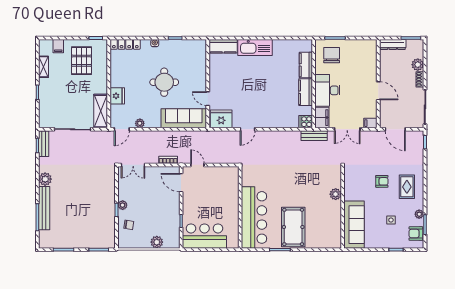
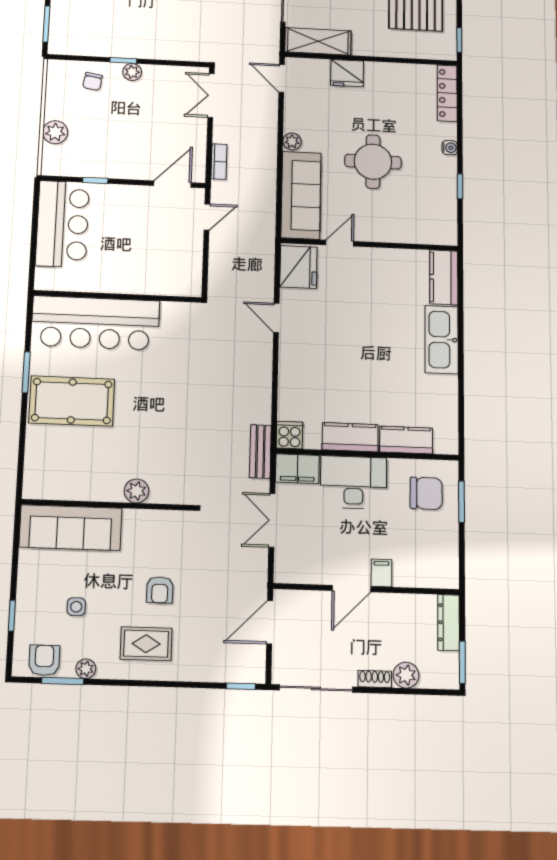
plant: (140, 123) -> (292, 142), moved
filing cabinet: (370, 123) -> (381, 573), moved

